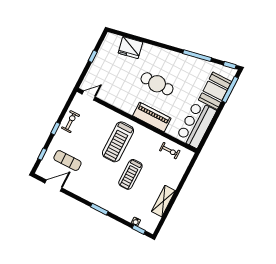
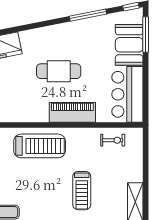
treadmill: (118, 142) -> (40, 146), moved, turned -90

